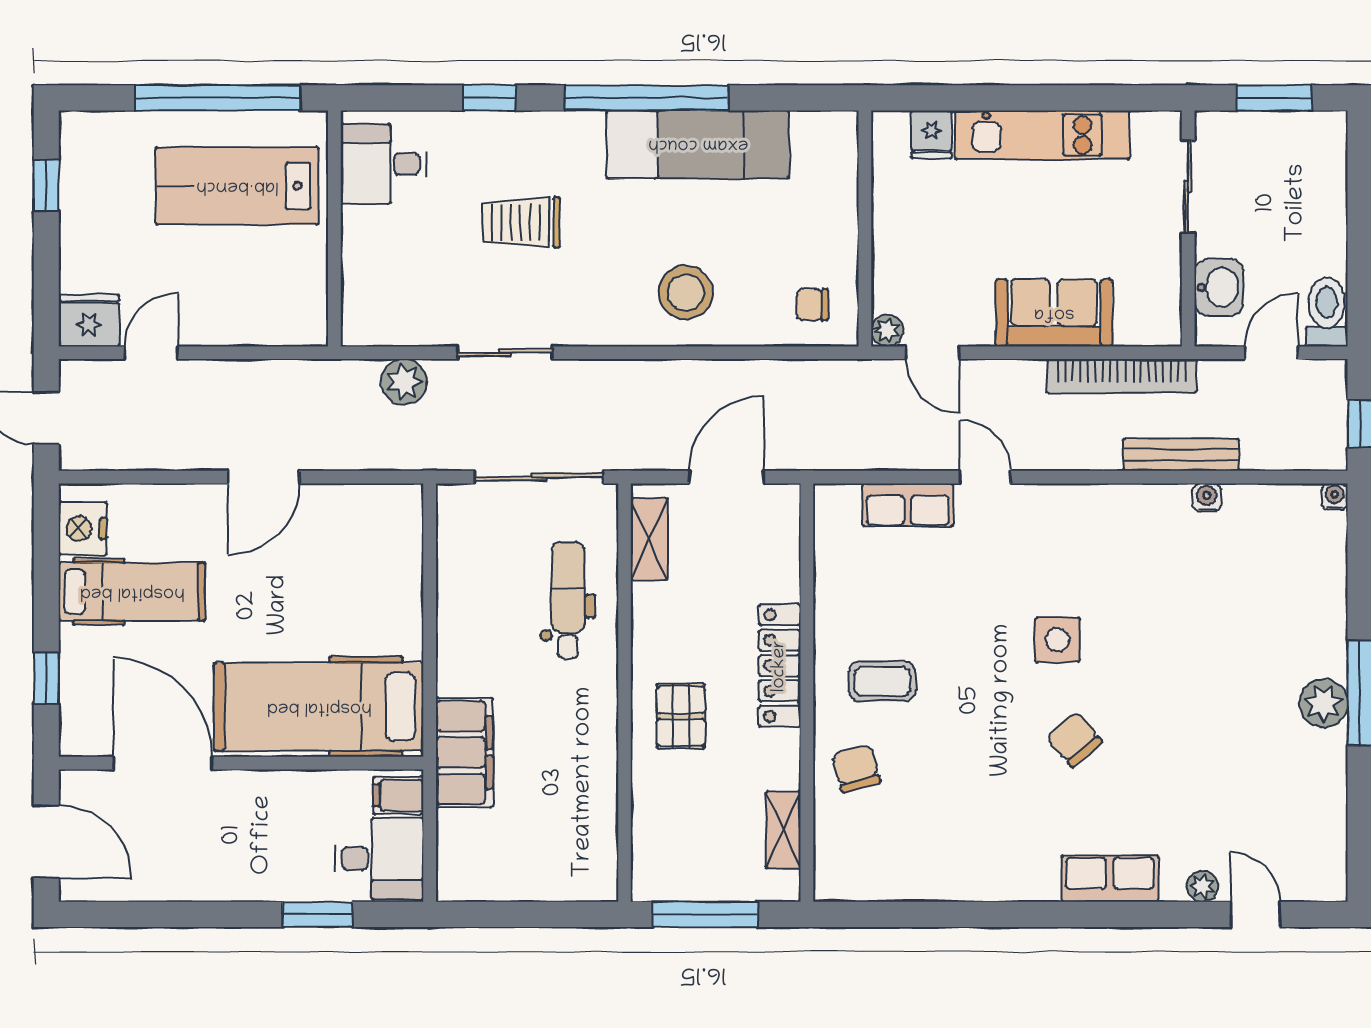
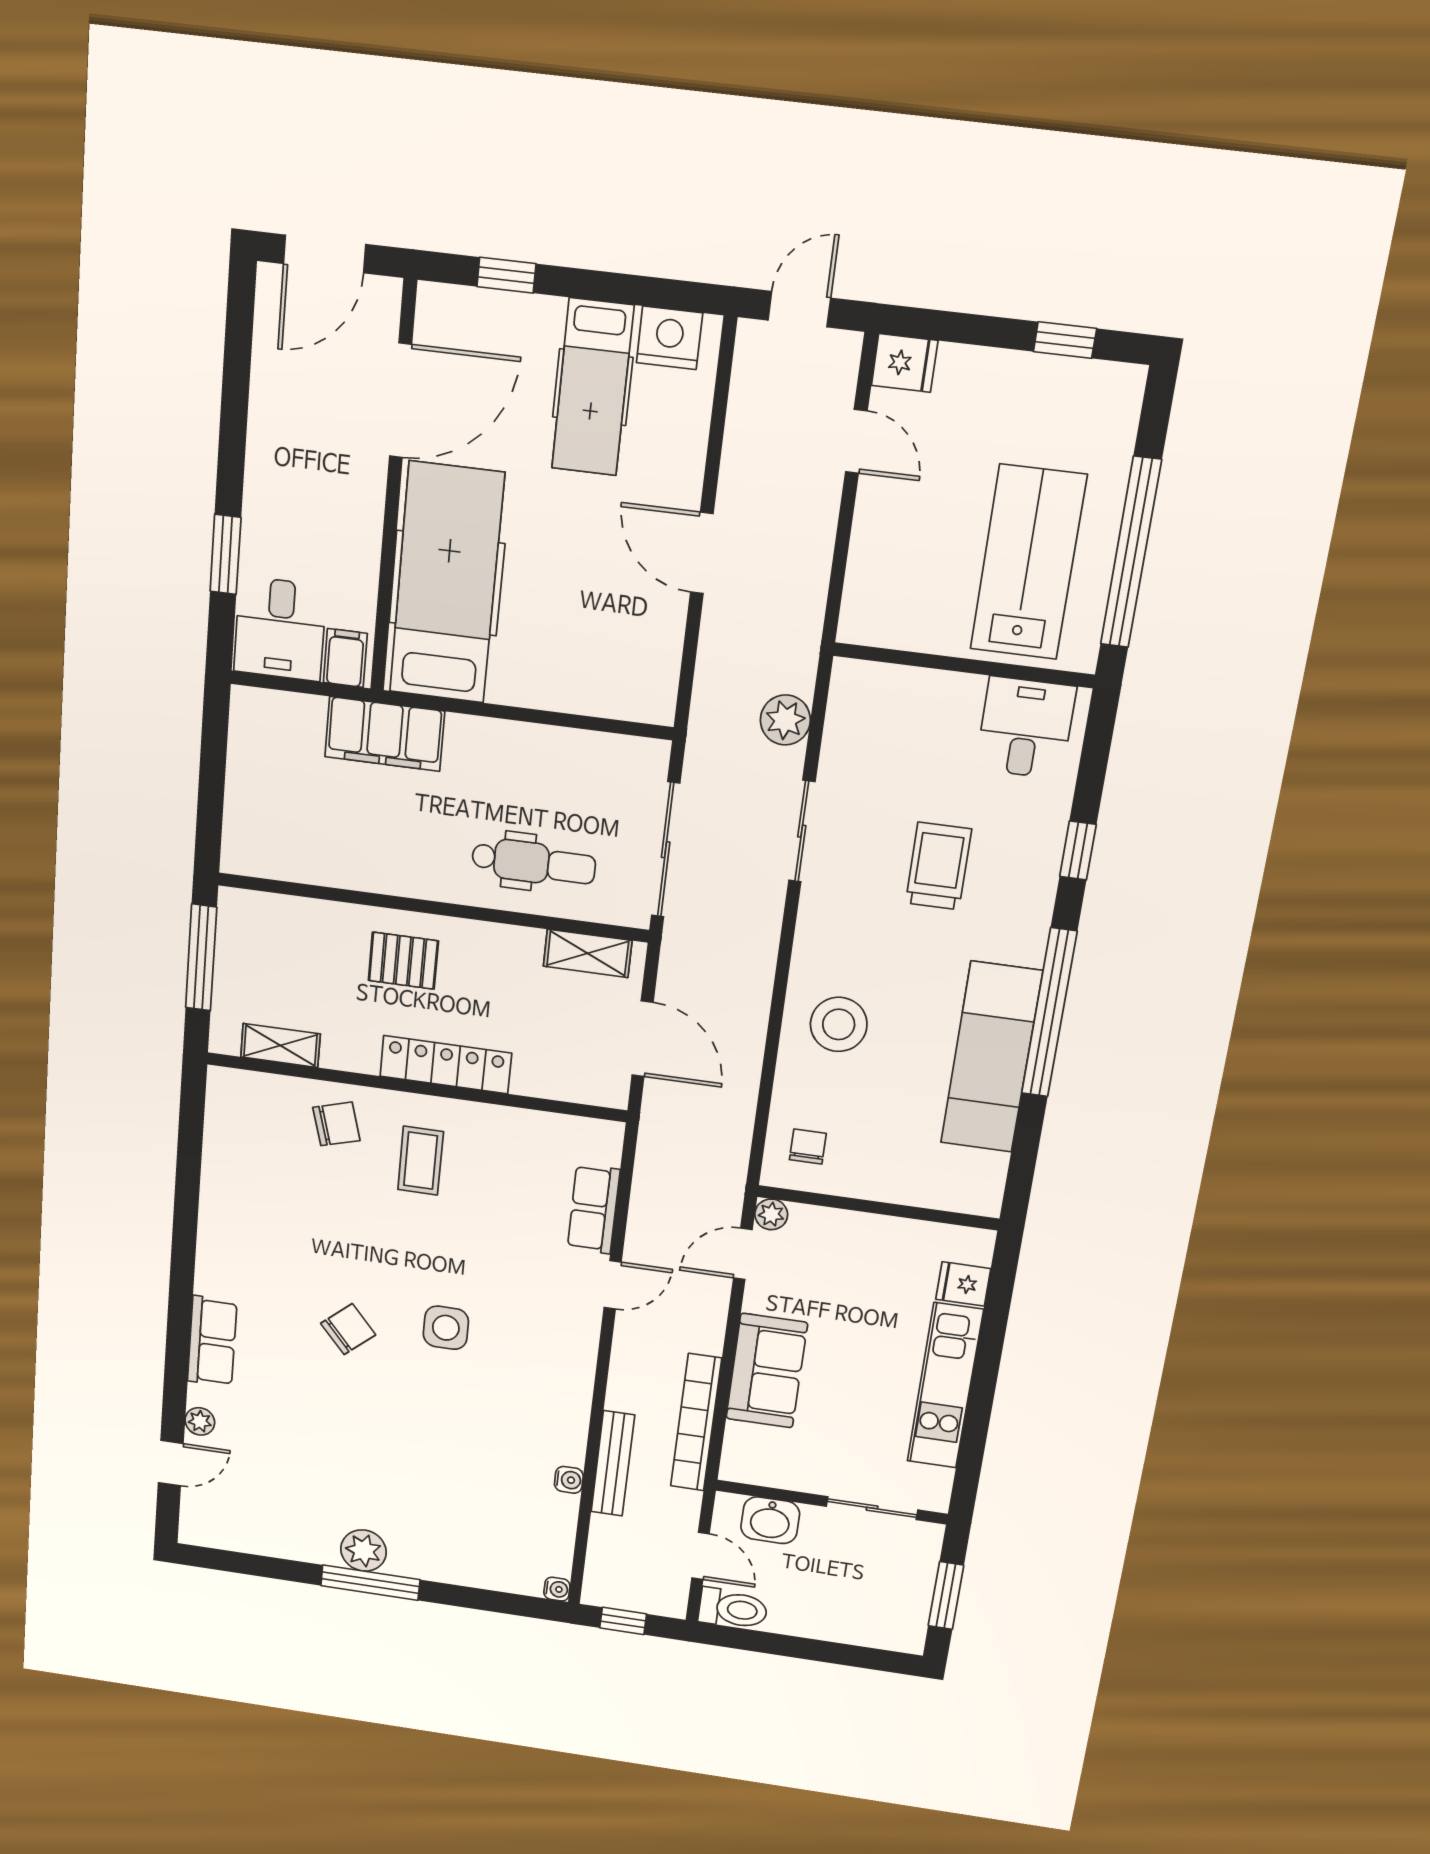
fridge: (89, 320) -> (905, 363), width x0.72

